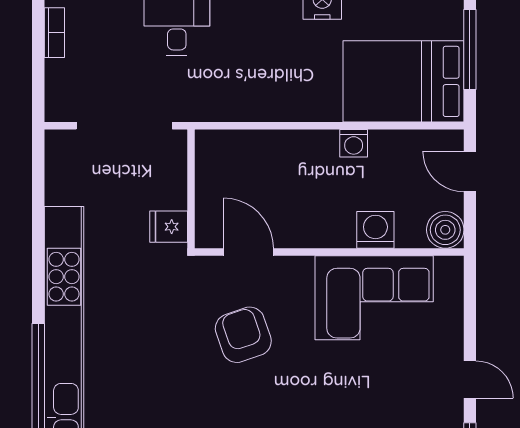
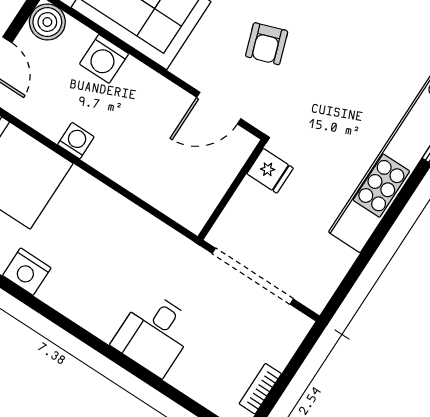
door: (248, 252) -> (219, 108), hinge flipped
armchair: (243, 335) -> (267, 44), width x0.72, depth x0.72

